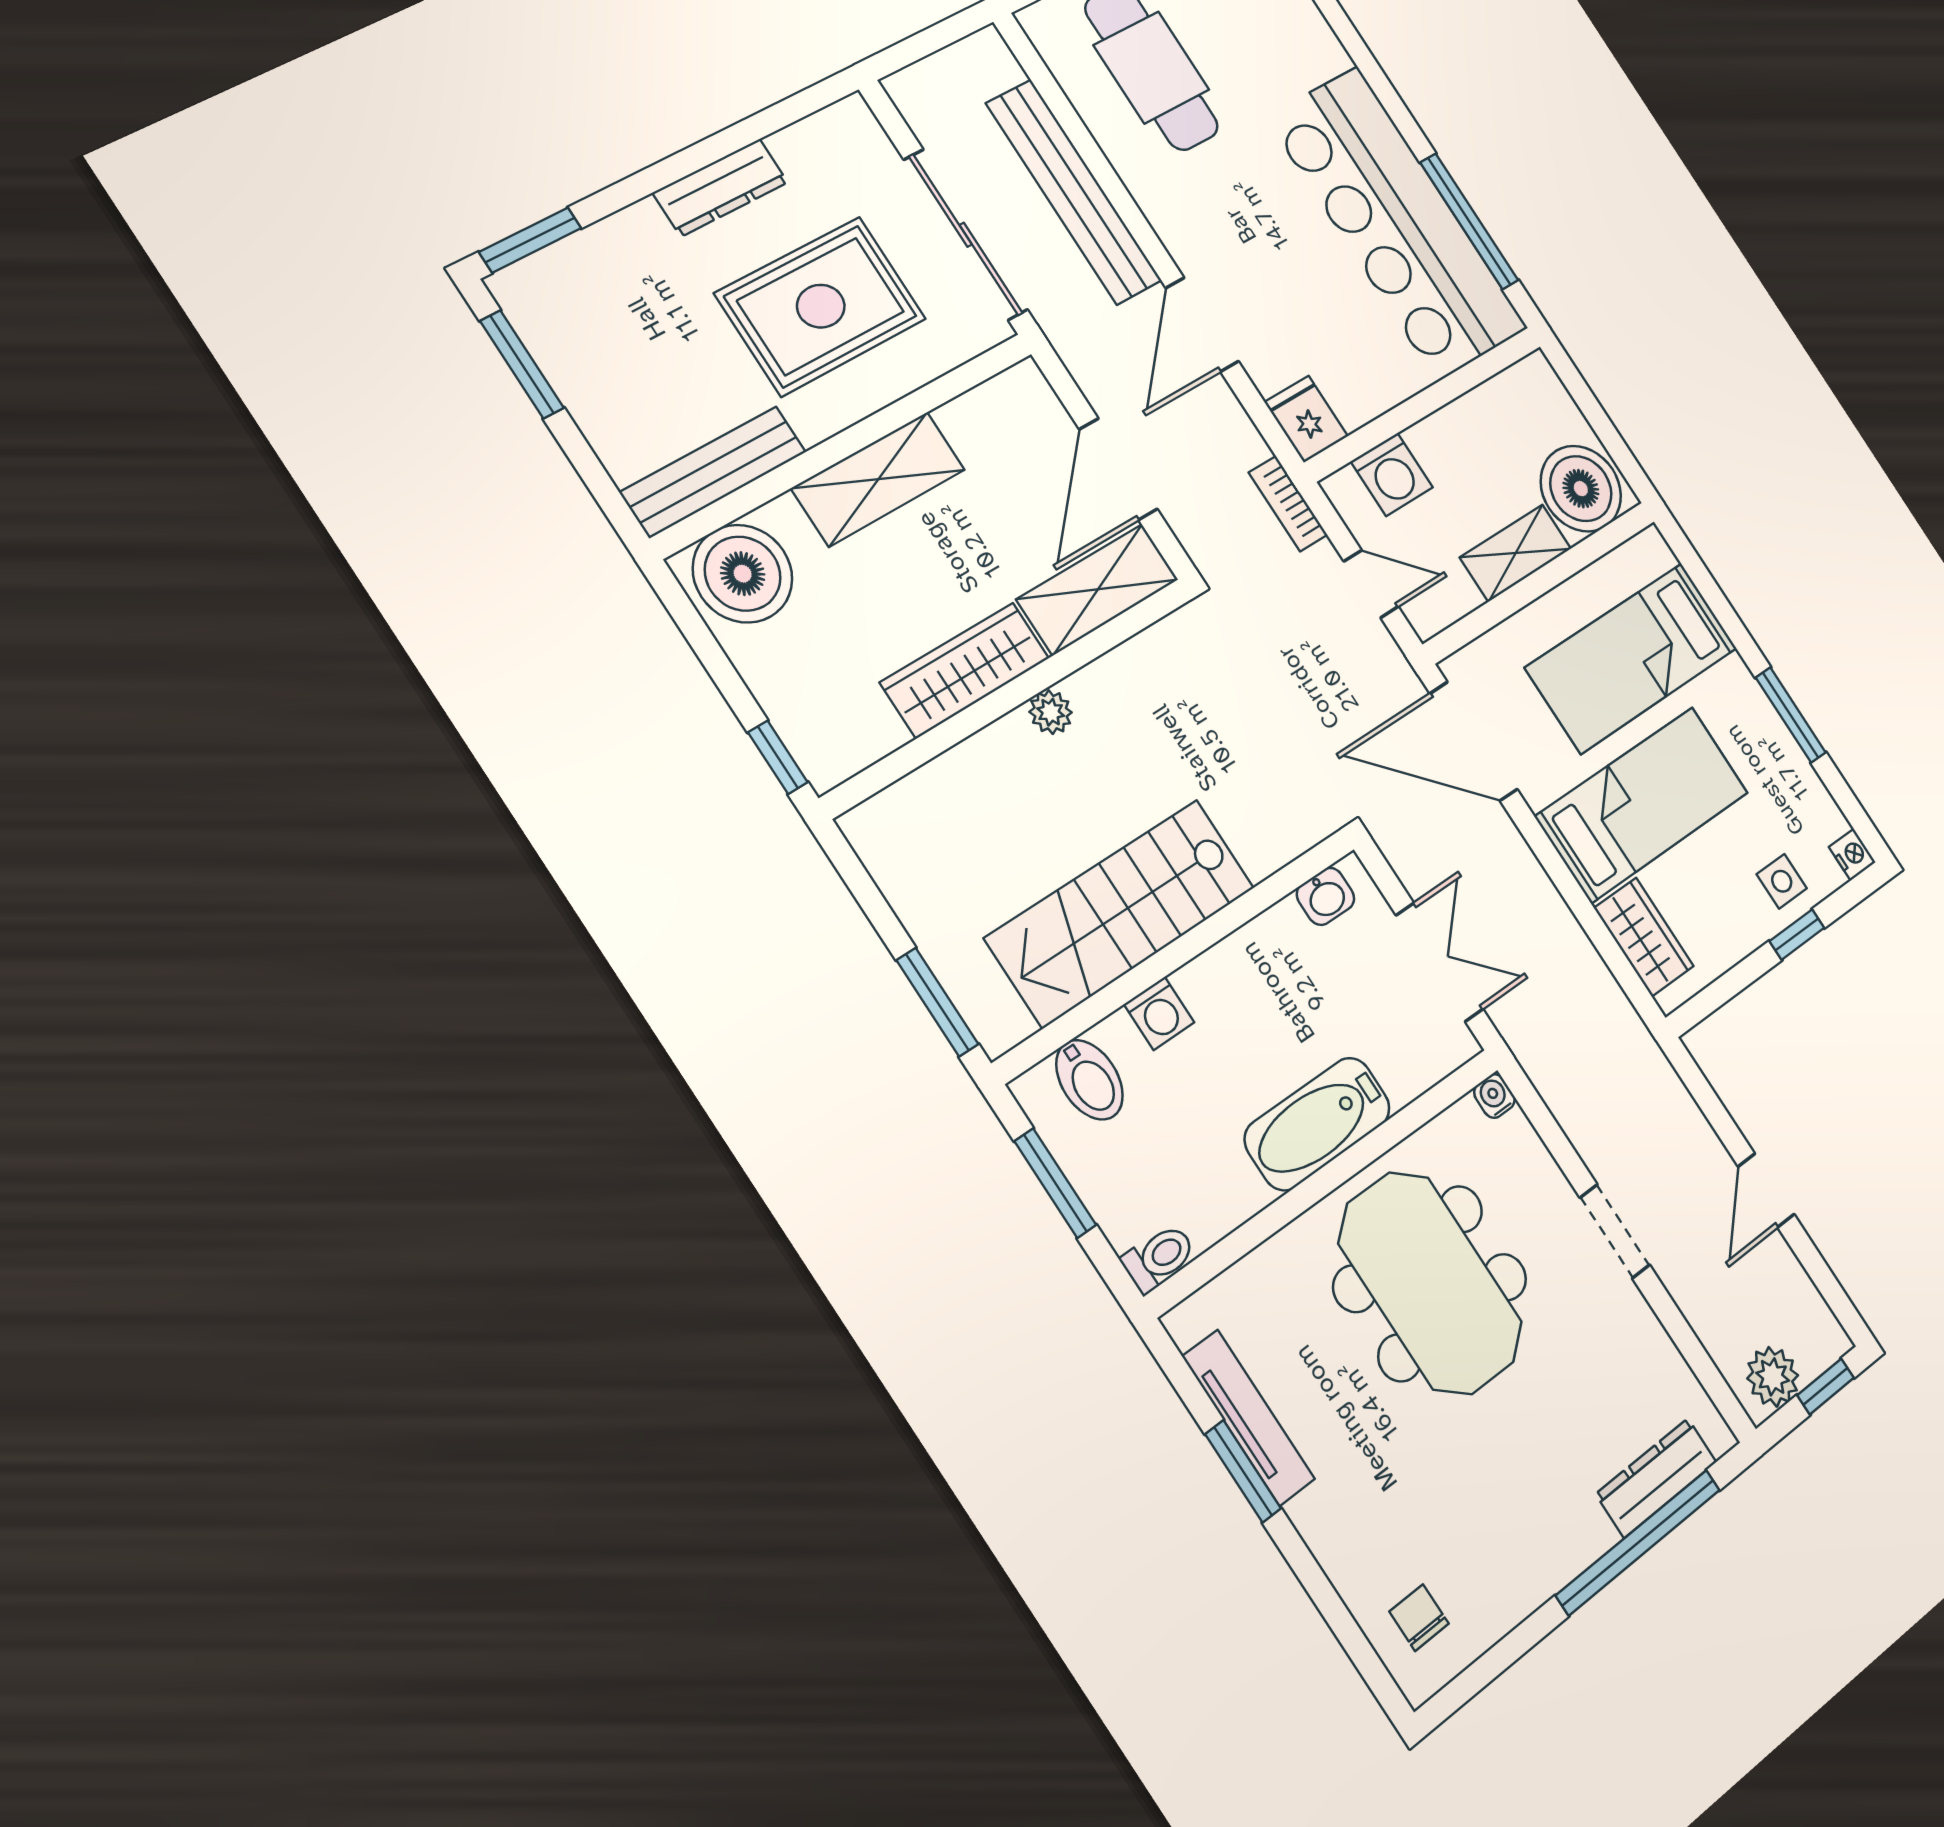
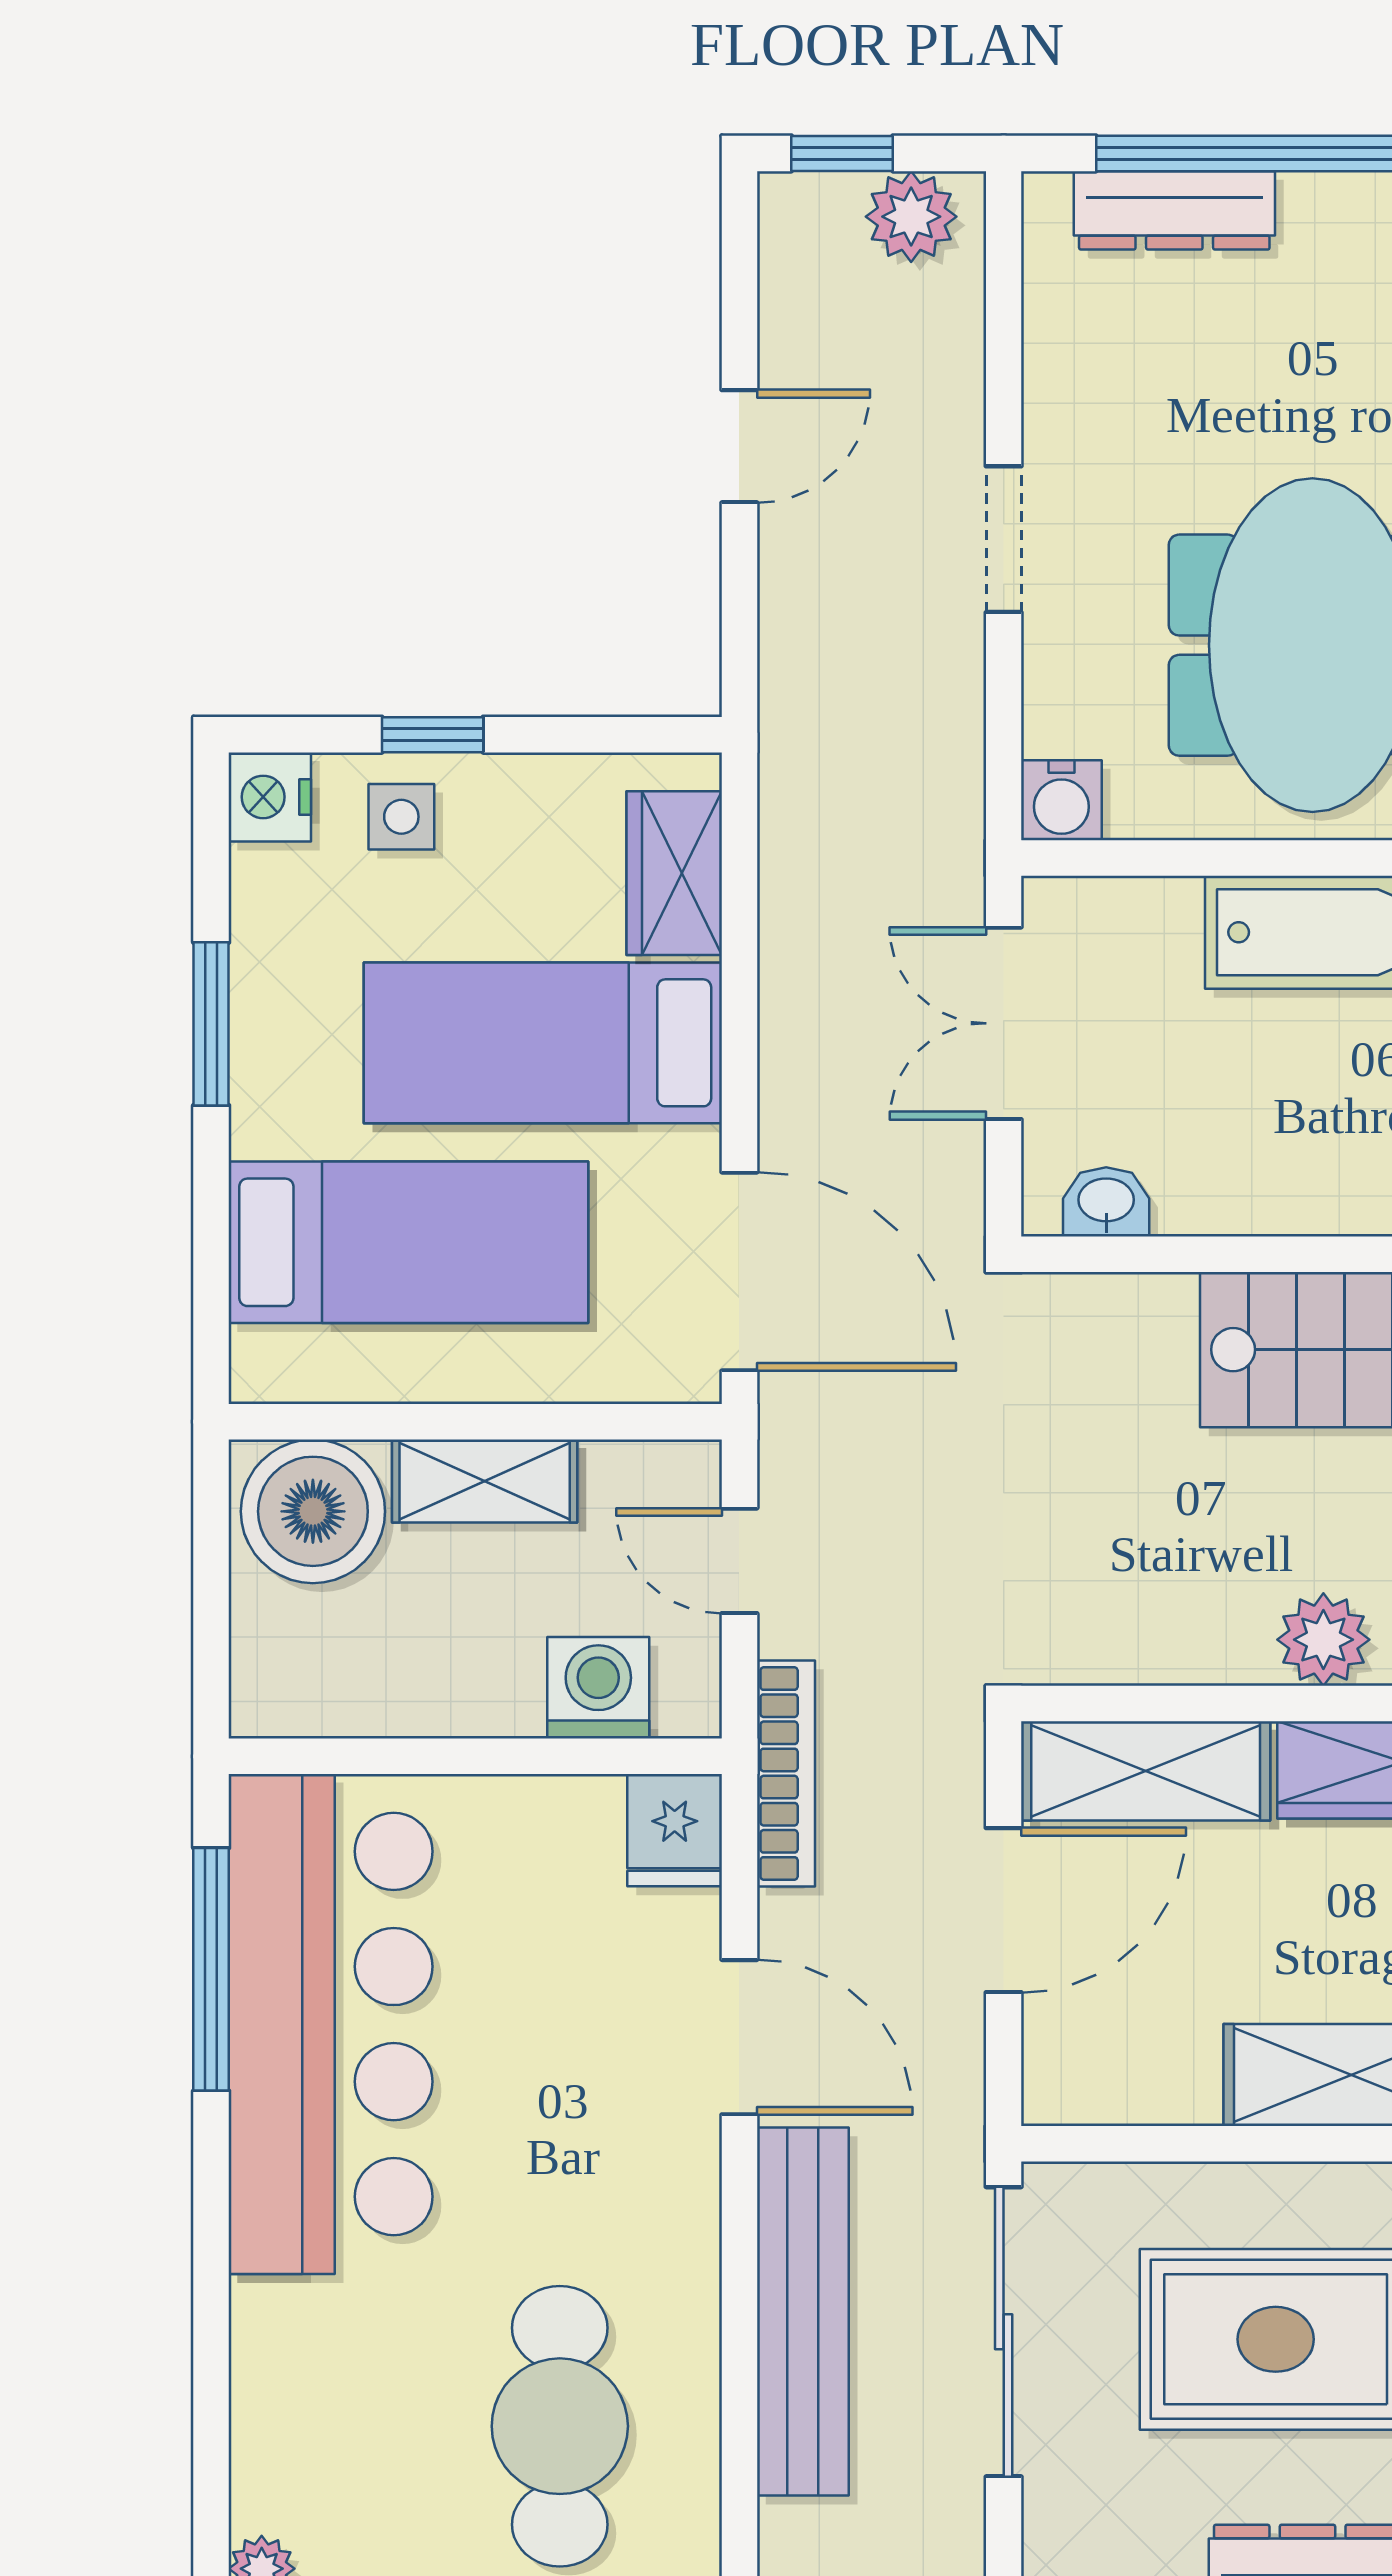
door: (1202, 325) -> (739, 2037), hinge flipped
bookcase: (1288, 504) -> (786, 1774), width x1.56
plant: (1051, 712) -> (1323, 1640), width x1.38, depth x1.38
nightstand: (1852, 855) -> (270, 797), width x1.39, depth x1.35
water cooler: (1494, 1096) -> (1061, 800), width x1.38, depth x1.38

